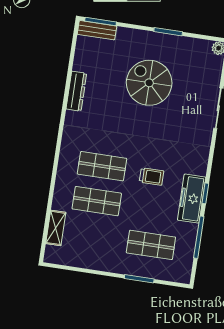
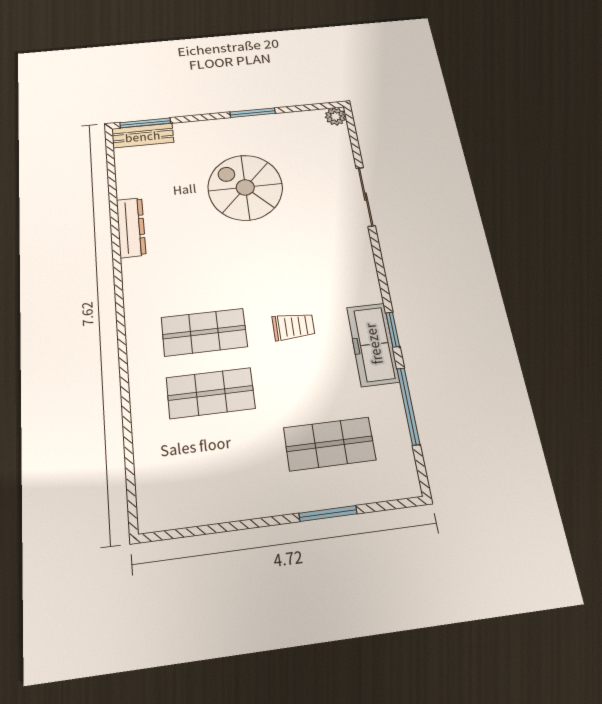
shelving: (56, 228) -> (148, 462), removed

